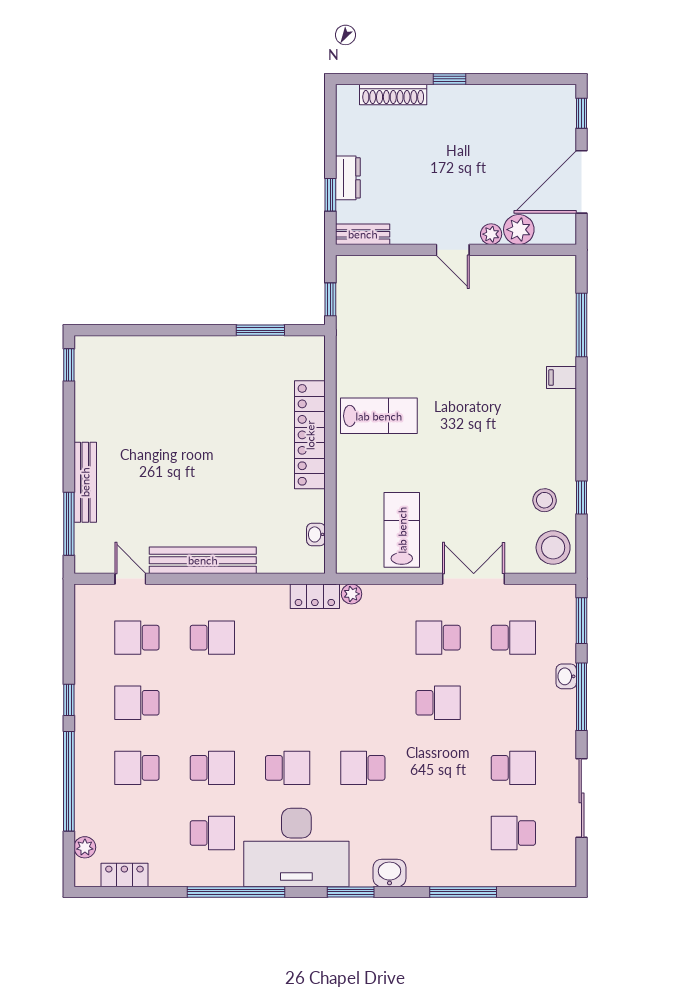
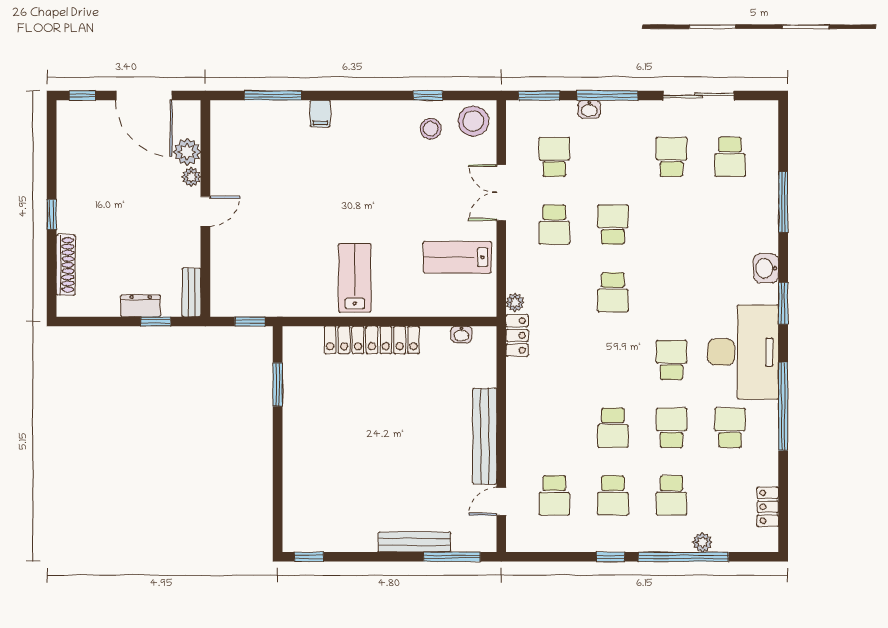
school desk: (212, 638) -> (613, 428), moved, turned 180
school desk: (363, 768) -> (613, 292), moved
plant: (85, 847) -> (702, 542), moved

